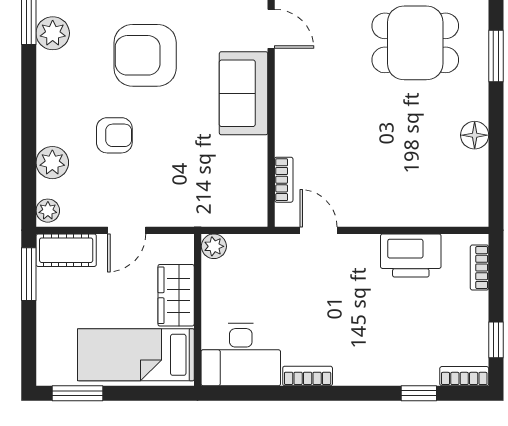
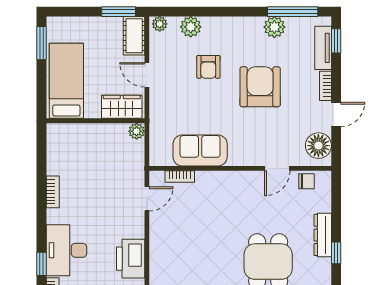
sofa: (244, 93) -> (200, 150), moved
wardrobe: (176, 295) -> (122, 107), moved
desk: (241, 355) -> (66, 250), moved

